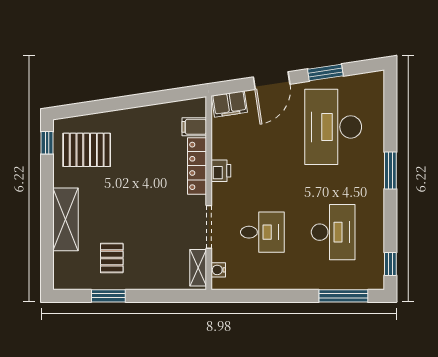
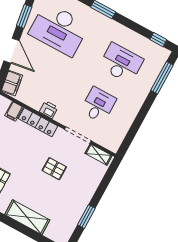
pallet: (112, 258) -> (54, 169), moved
water cooler: (218, 270) -> (106, 143), removed

